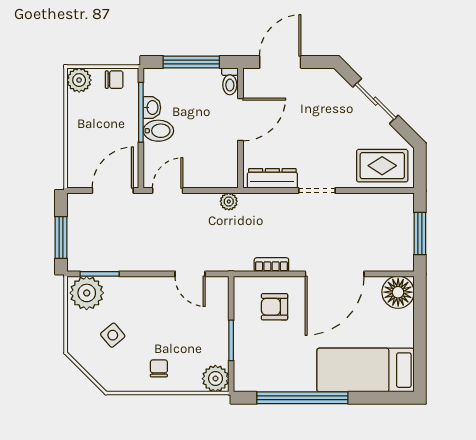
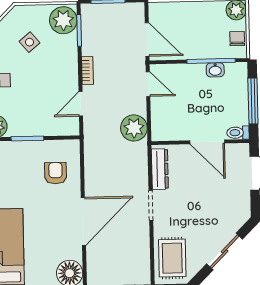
chair: (114, 80) -> (237, 39), turned 180
bidet: (158, 131) -> (197, 75), removed
plant: (229, 201) -> (134, 128), width x1.87, depth x1.87
bookcase: (271, 265) -> (87, 70), moved
door: (335, 274) -> (83, 221), swing flipped

